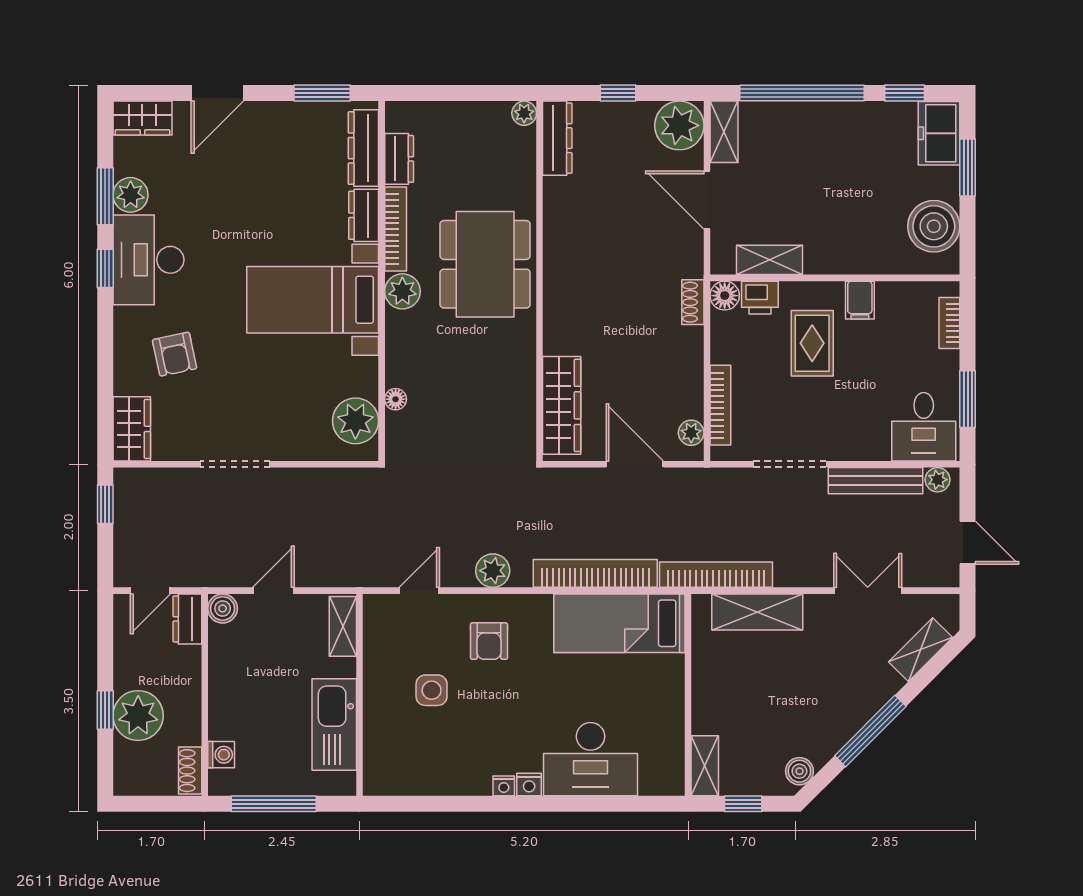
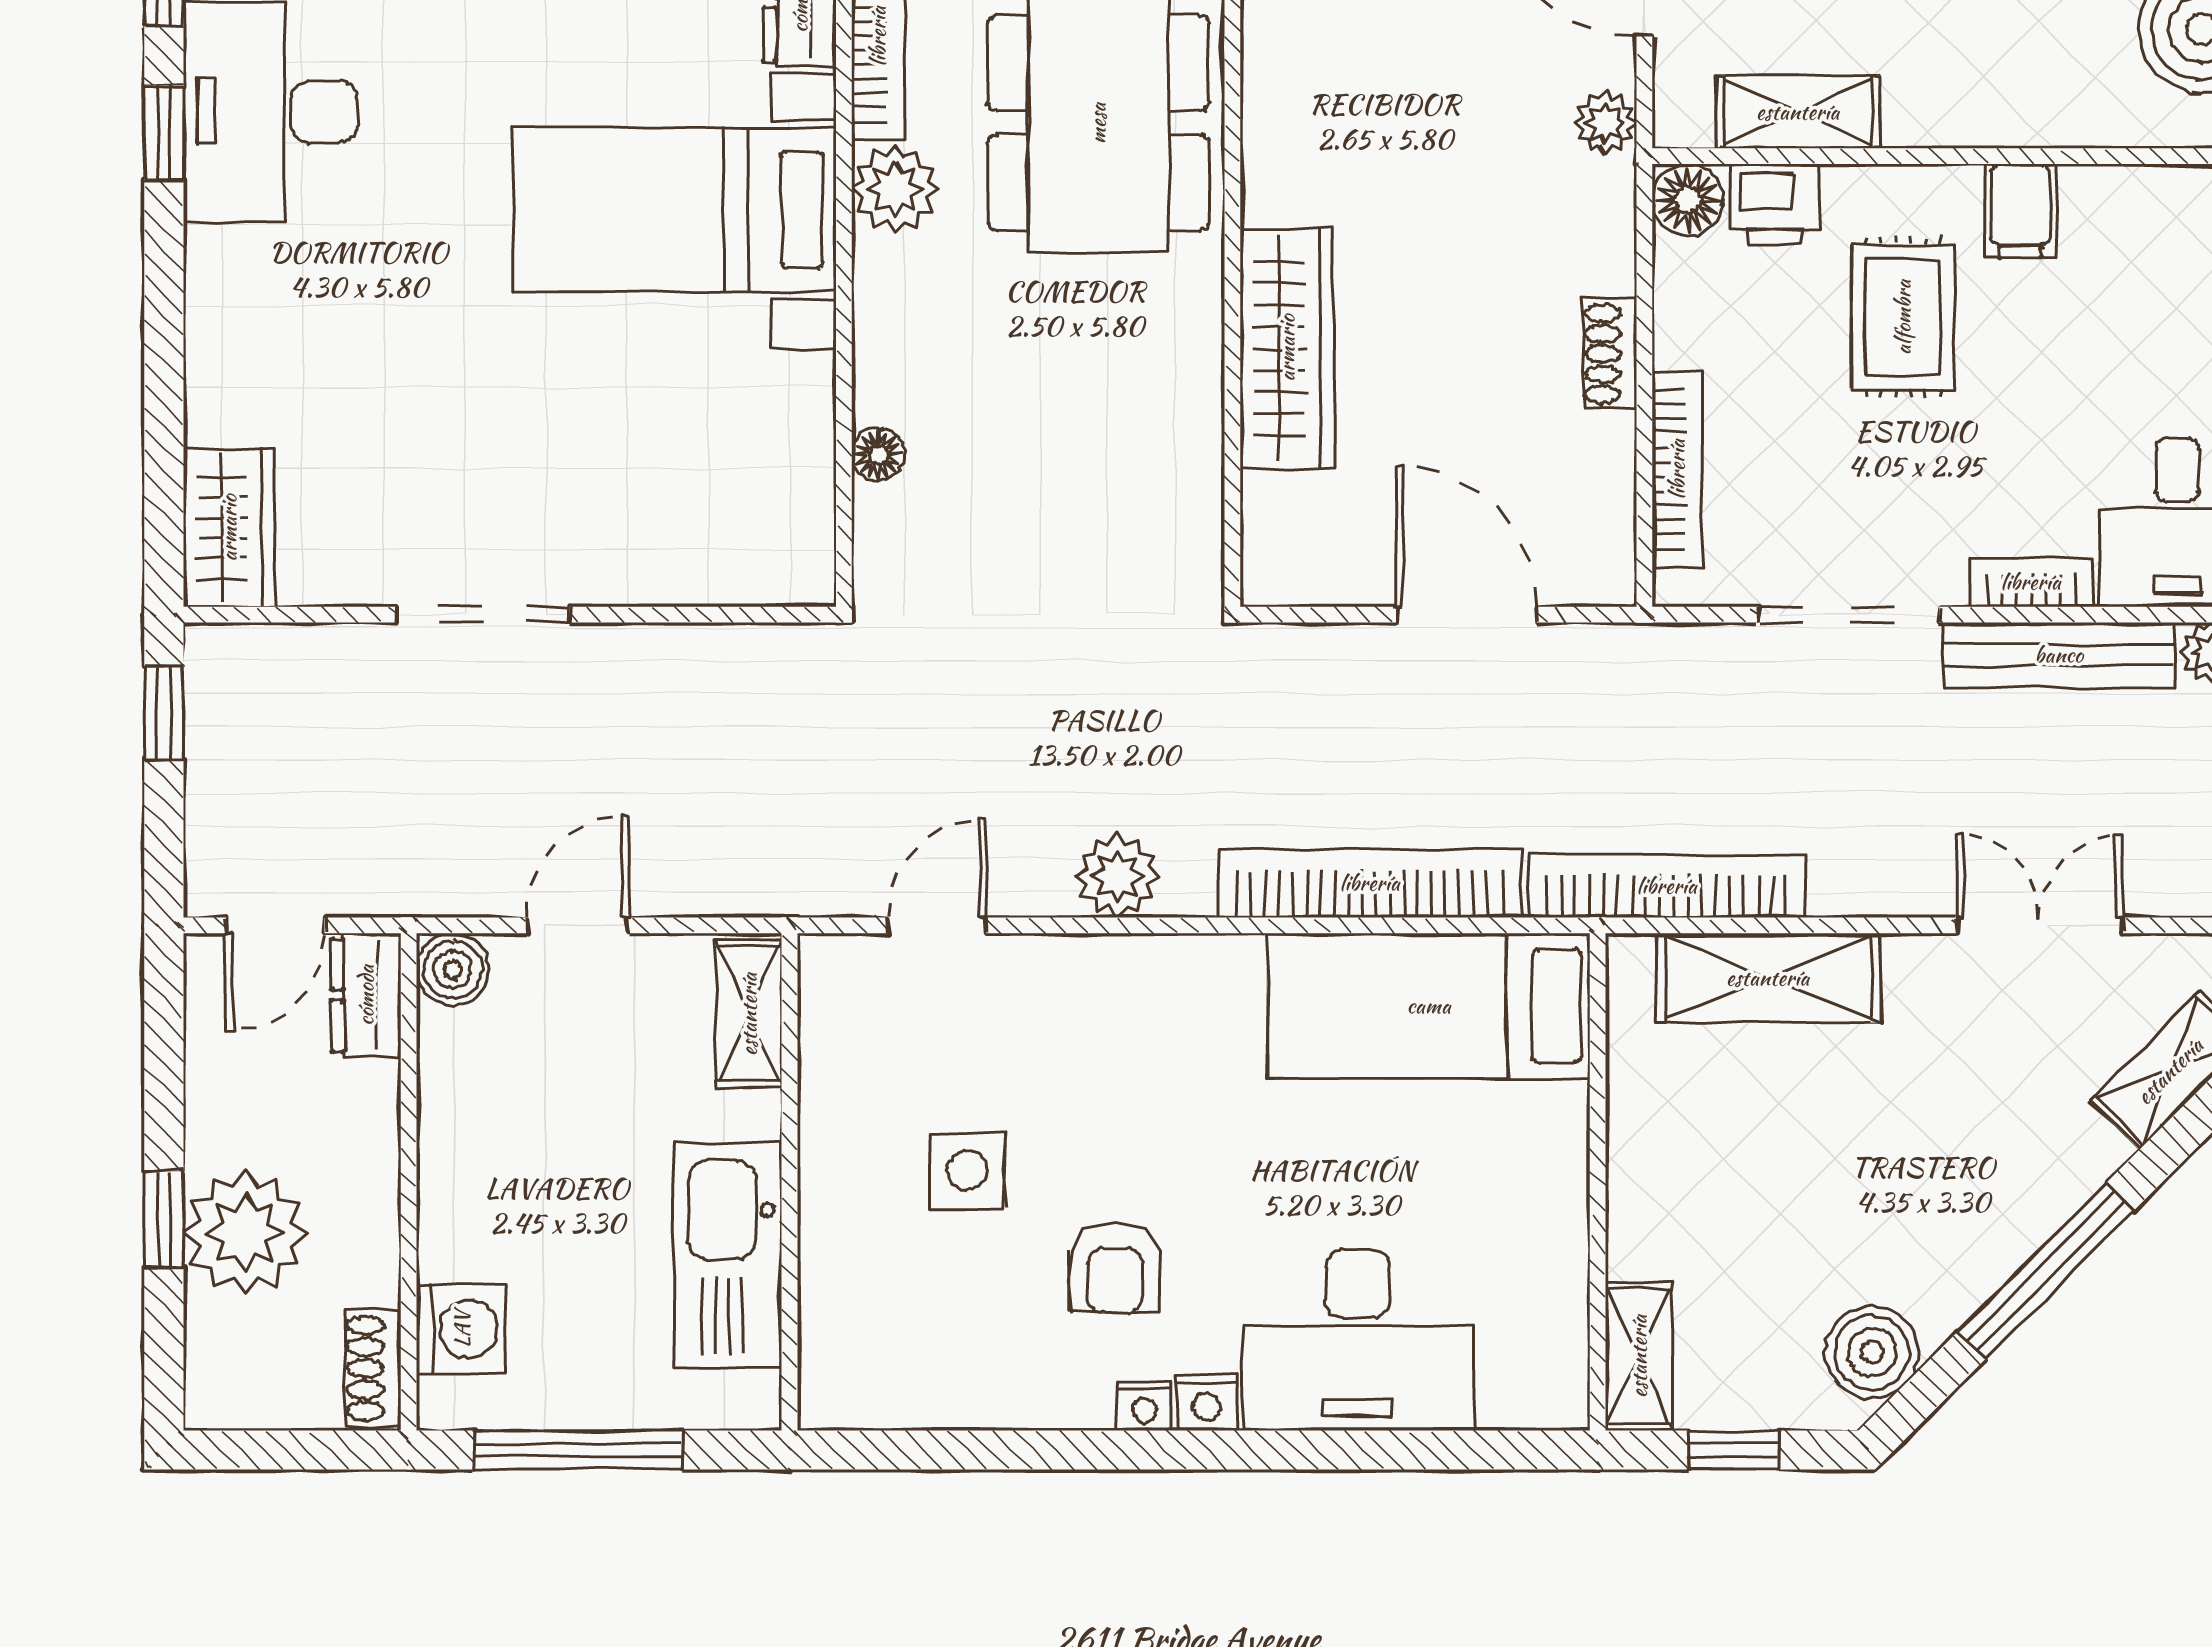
shoe rack: (693, 302) -> (1610, 354), moved
armchair: (175, 354) -> (335, 344), removed
wardrobe: (562, 405) -> (1287, 348), moved
plant: (355, 421) -> (780, 508), removed
plant: (691, 433) -> (1605, 123), moved
bookcase: (864, 451) -> (2031, 582), added
armchair: (489, 641) -> (1115, 1268), moved
washing machine: (221, 755) -> (462, 1329), width x1.38, depth x1.38
boiler: (799, 771) -> (1872, 1352), width x1.36, depth x1.36

